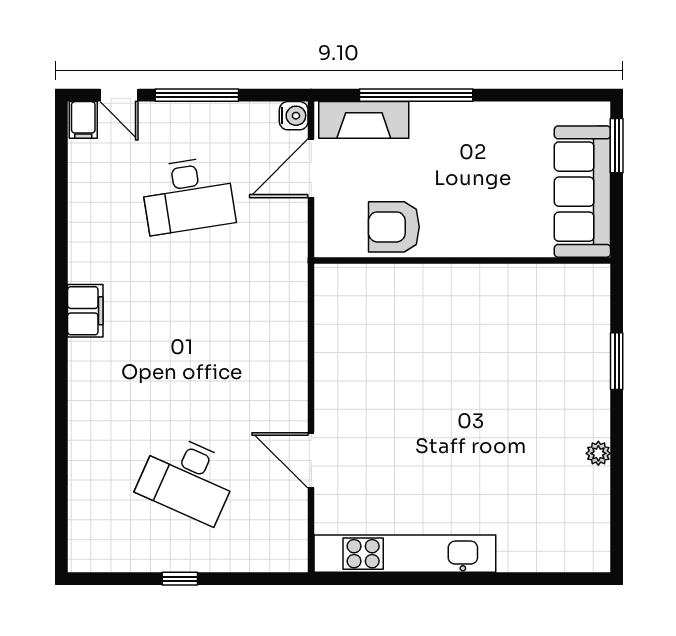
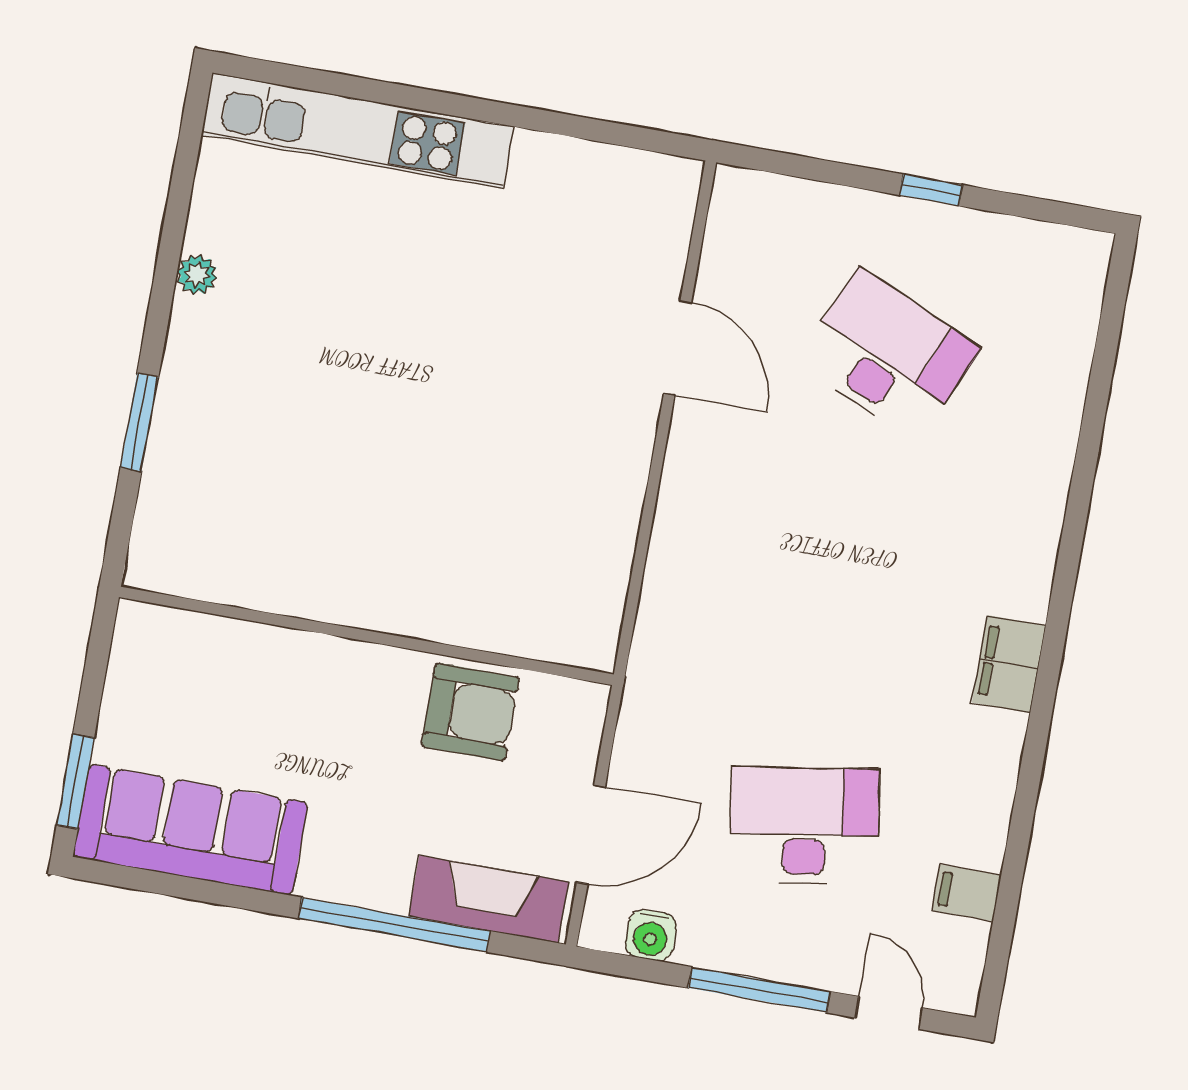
water cooler: (294, 116) -> (651, 935), moved, turned -90
filing cabinet: (83, 120) -> (967, 893), moved, turned -90
sofa: (582, 192) -> (190, 830), moved, turned -90
kitchen unit: (405, 554) -> (358, 131), moved

